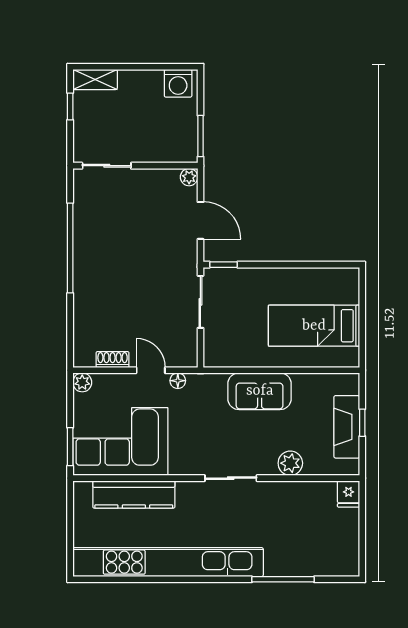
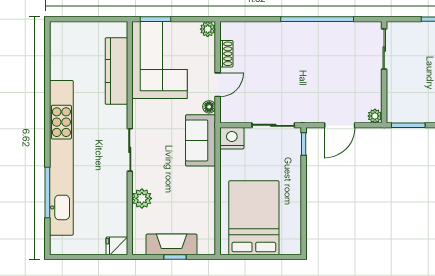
bed: (314, 326) -> (254, 218), width x1.50
nightstand: (216, 353) -> (232, 138), added
sofa: (260, 391) -> (201, 140), moved
kitchen unit: (168, 562) -> (61, 158), moved

